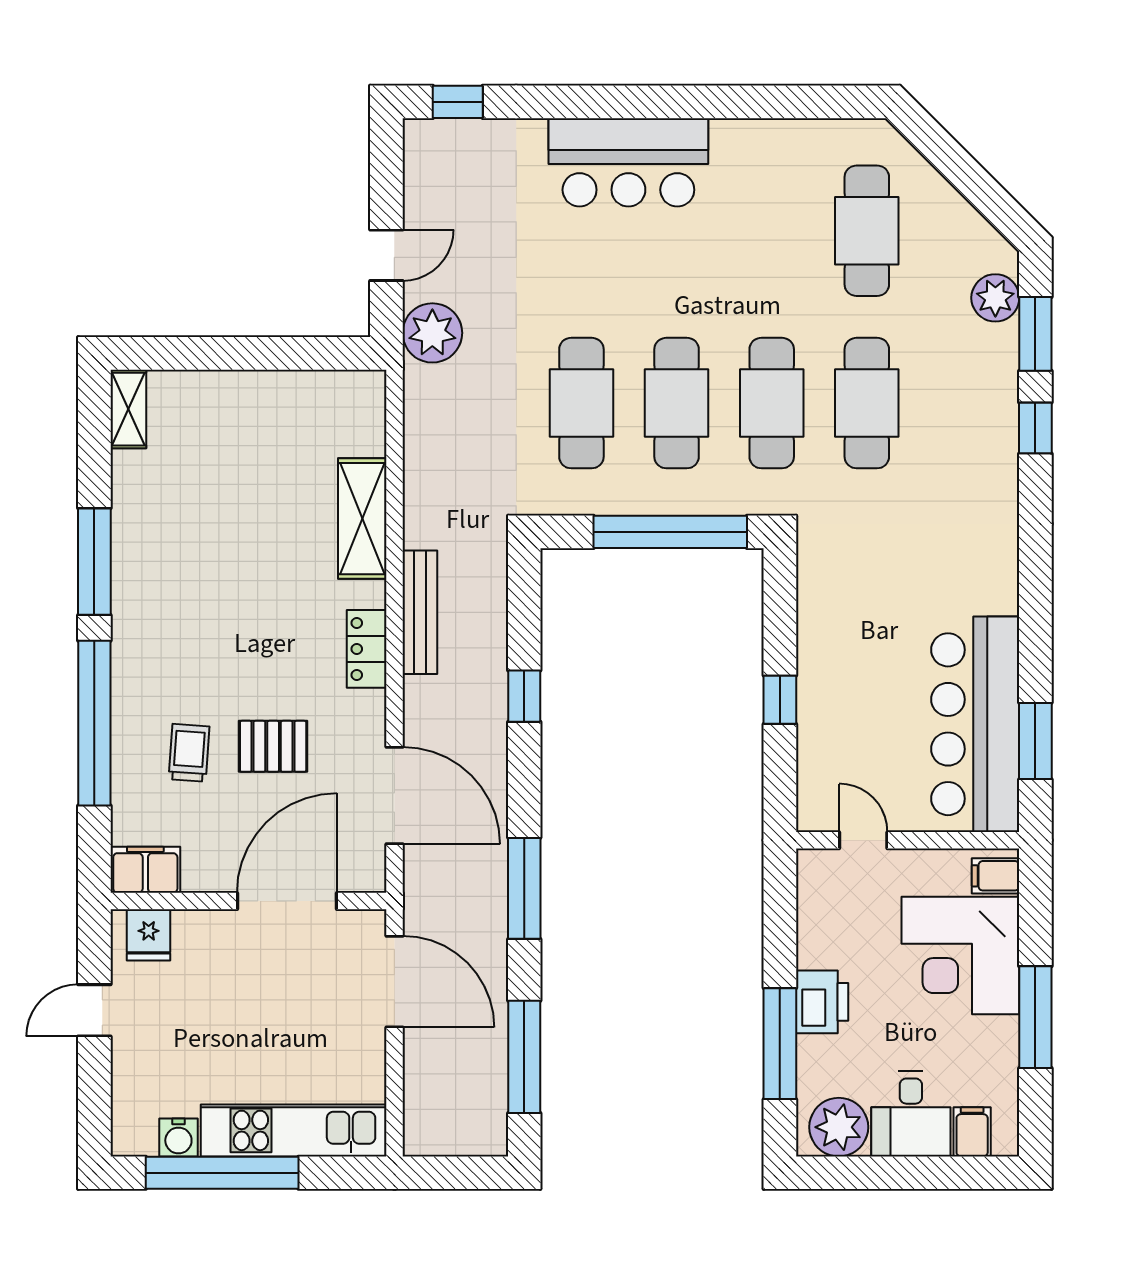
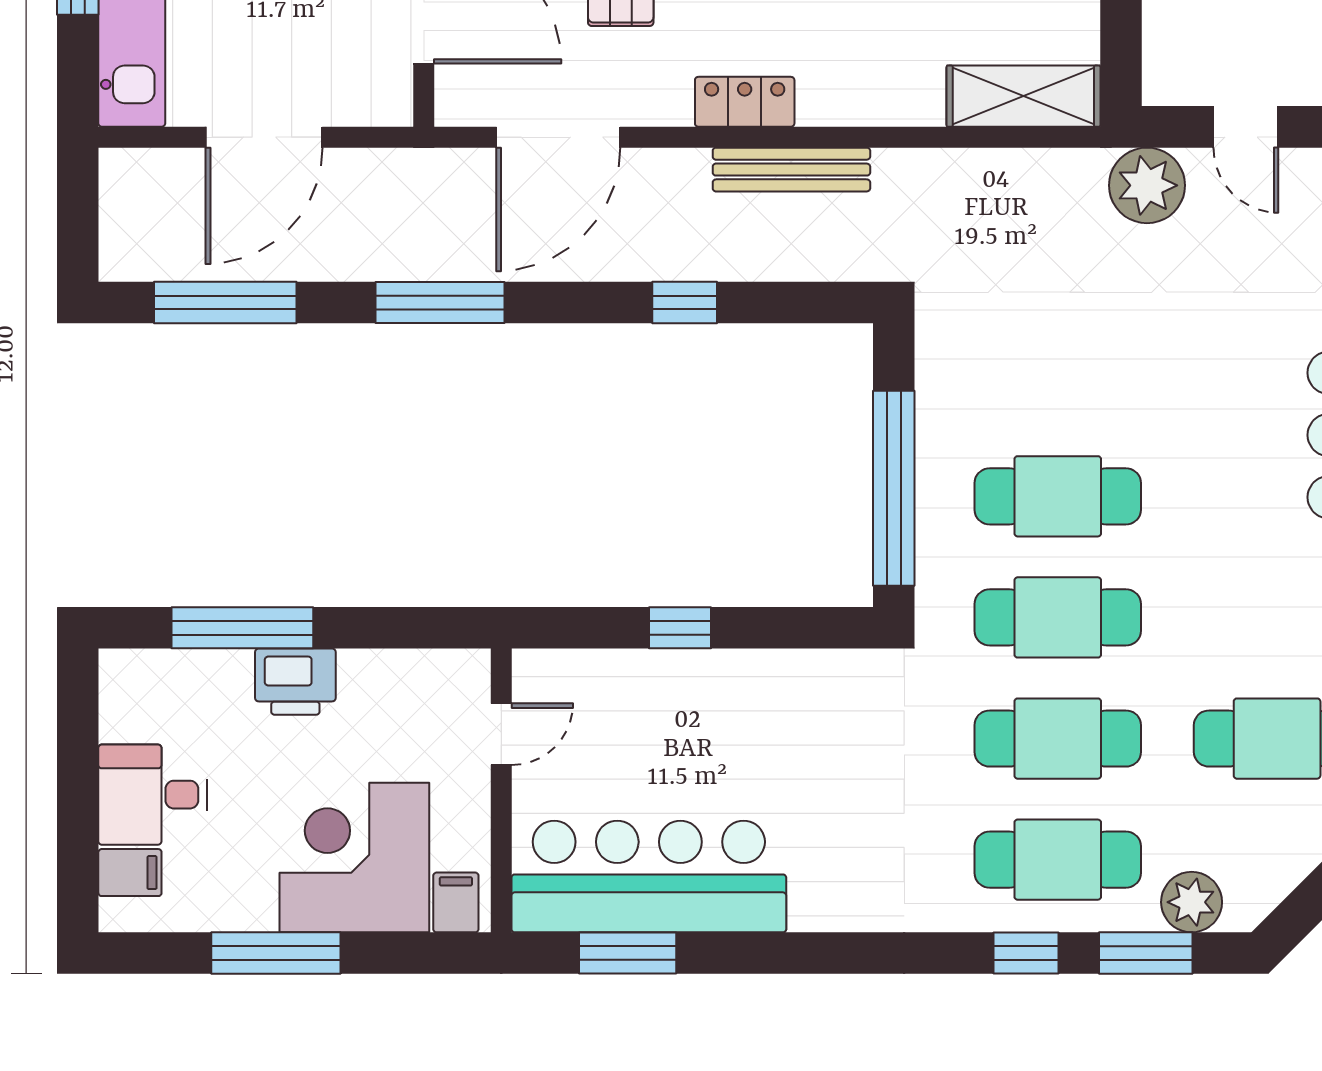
cafe table: (581, 403) -> (1058, 860), moved
shelving: (362, 519) -> (1023, 96), moved
door: (394, 982) -> (264, 137), moved
plant: (839, 1127) -> (136, 703), removed

